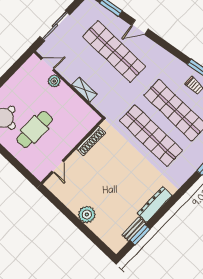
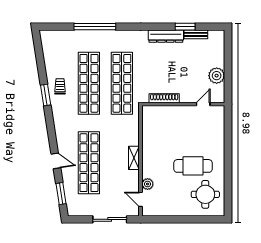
shoe rack: (91, 141) -> (164, 98), moved
wall: (72, 151) -> (183, 104), moved
door: (58, 166) -> (203, 104), moved
window: (140, 235) -> (185, 27), moved

